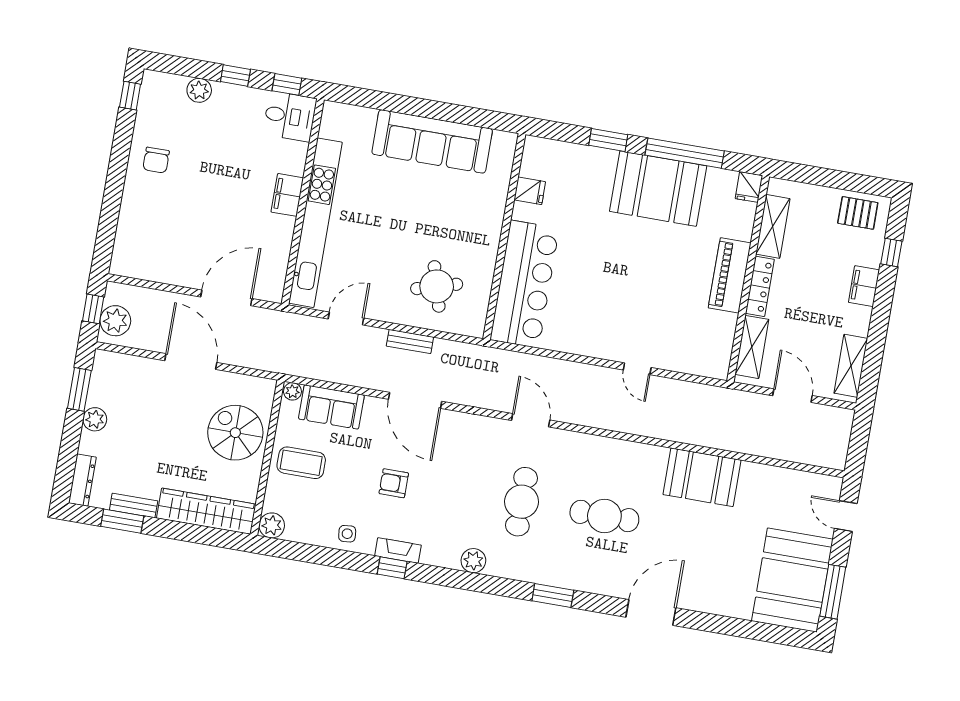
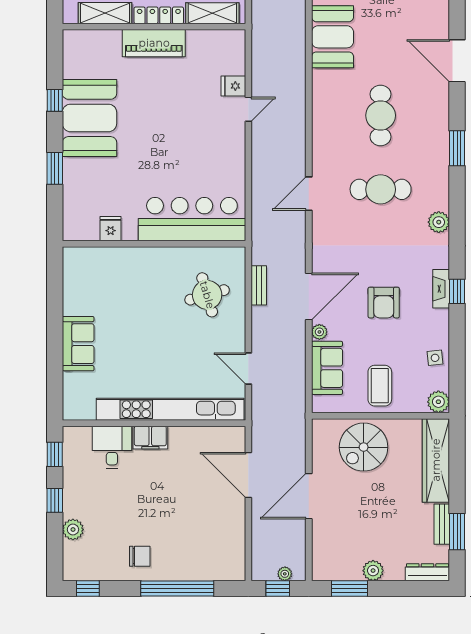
desk: (290, 116) -> (112, 447), moved
sofa: (432, 141) -> (78, 344), width x0.54, depth x0.79
window: (685, 153) -> (55, 100), width x0.32
fridge: (749, 187) -> (233, 86), moved, turned 180
window: (113, 196) -> (177, 588), added
plant: (115, 321) -> (285, 574), width x0.53, depth x0.53
bench: (410, 342) -> (259, 285), moved
plant: (292, 391) -> (319, 332), moved
armchair: (394, 483) -> (384, 303), width x1.38, depth x1.38
side table: (347, 534) -> (435, 358), moved

